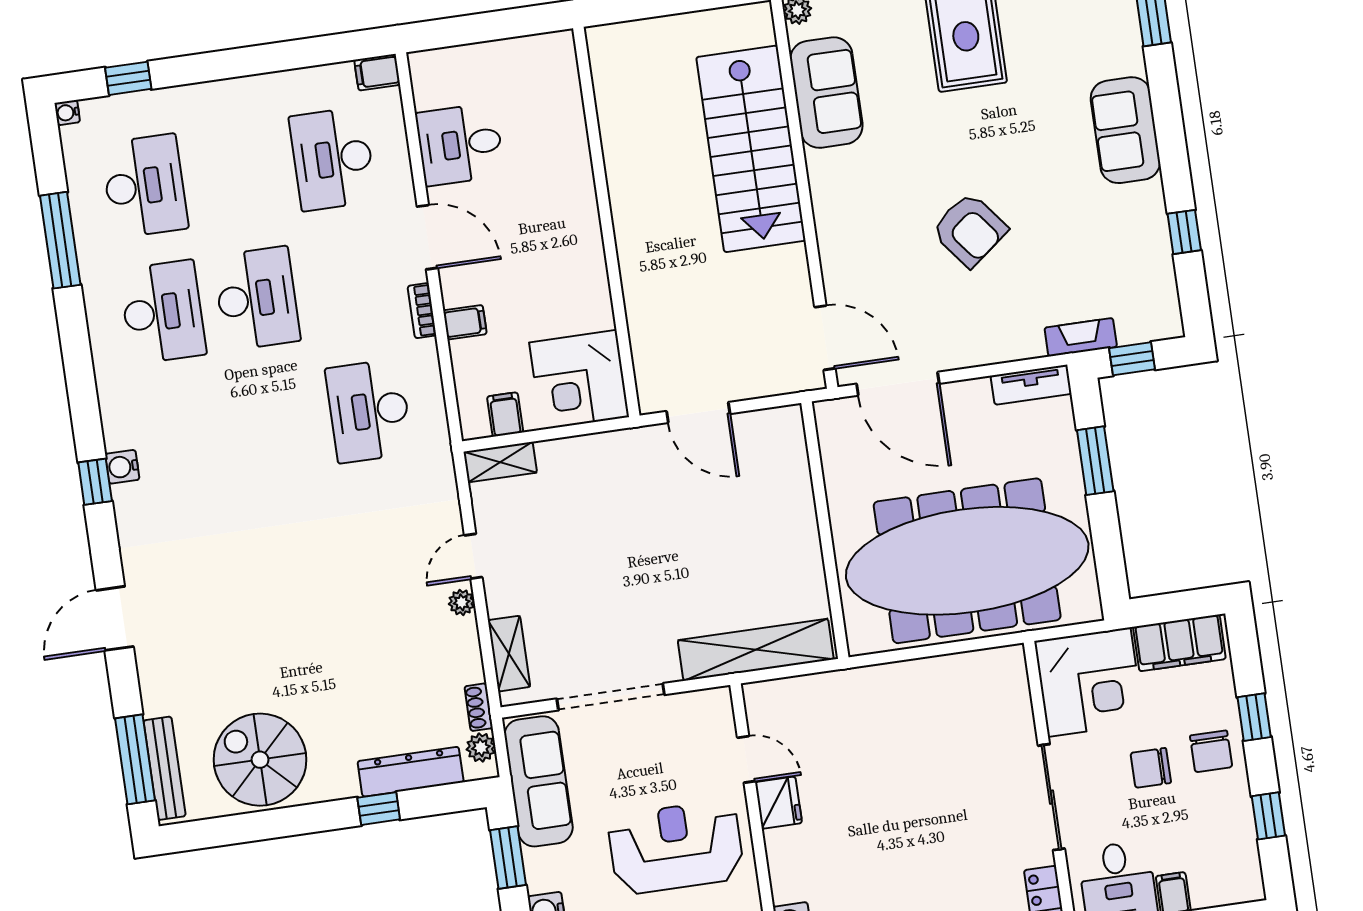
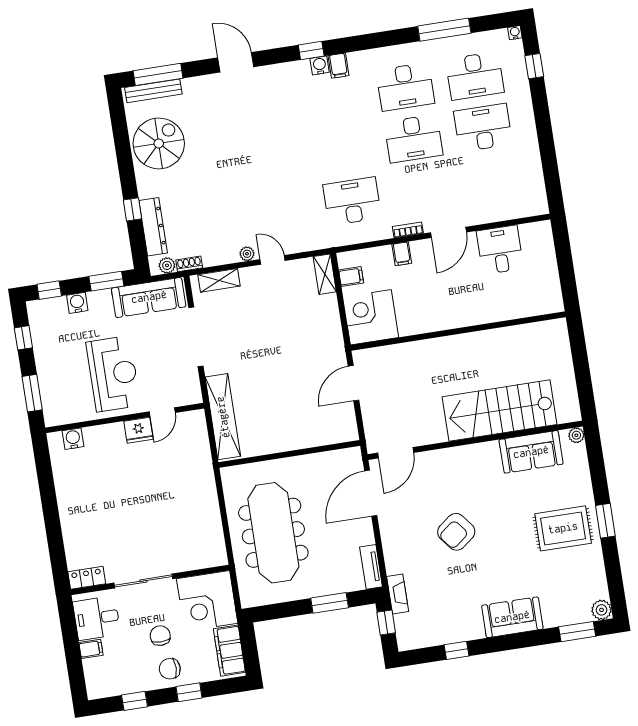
filing cabinet: (377, 72) -> (339, 66), moved, turned 180
desk: (333, 159) -> (483, 128), moved
meeting table: (967, 561) -> (273, 533), width x0.73, depth x0.79

